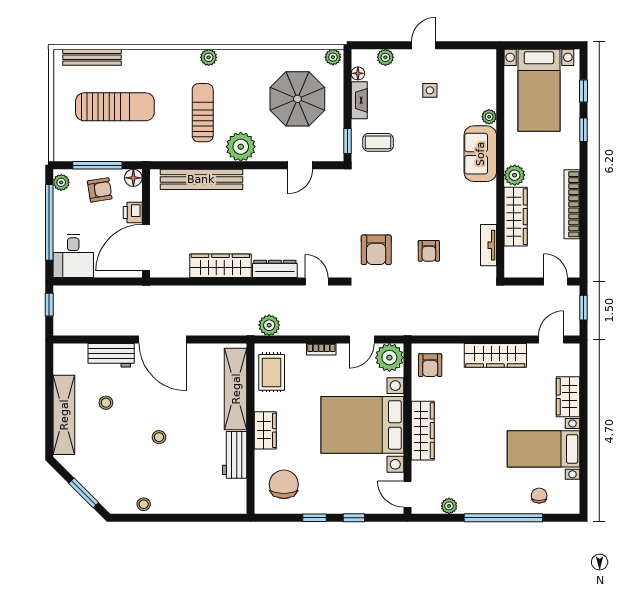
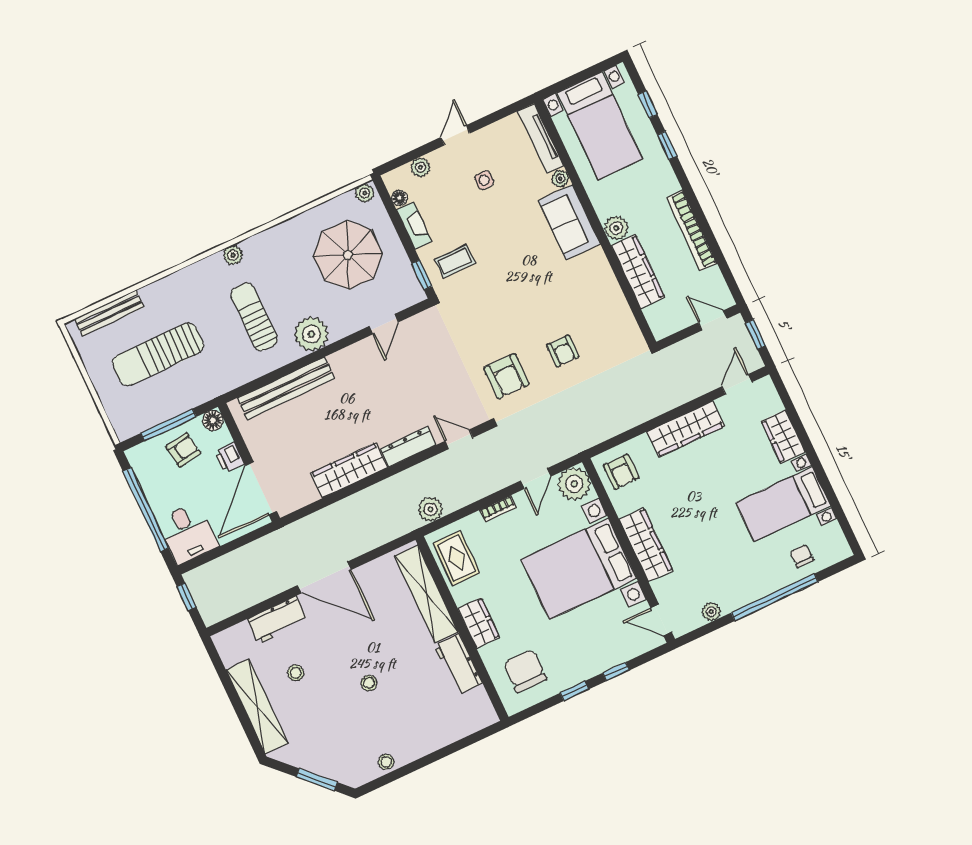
sun lounger: (115, 107) -> (158, 354), turned 180
plant: (61, 182) -> (139, 461), removed
tv unit: (489, 245) -> (541, 138), moved, width x1.41

